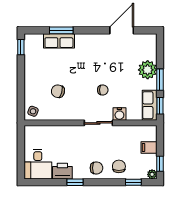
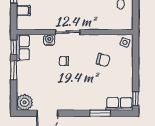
row of seats: (59, 41) -> (119, 104), moved
plant: (148, 70) -> (25, 102), moved

